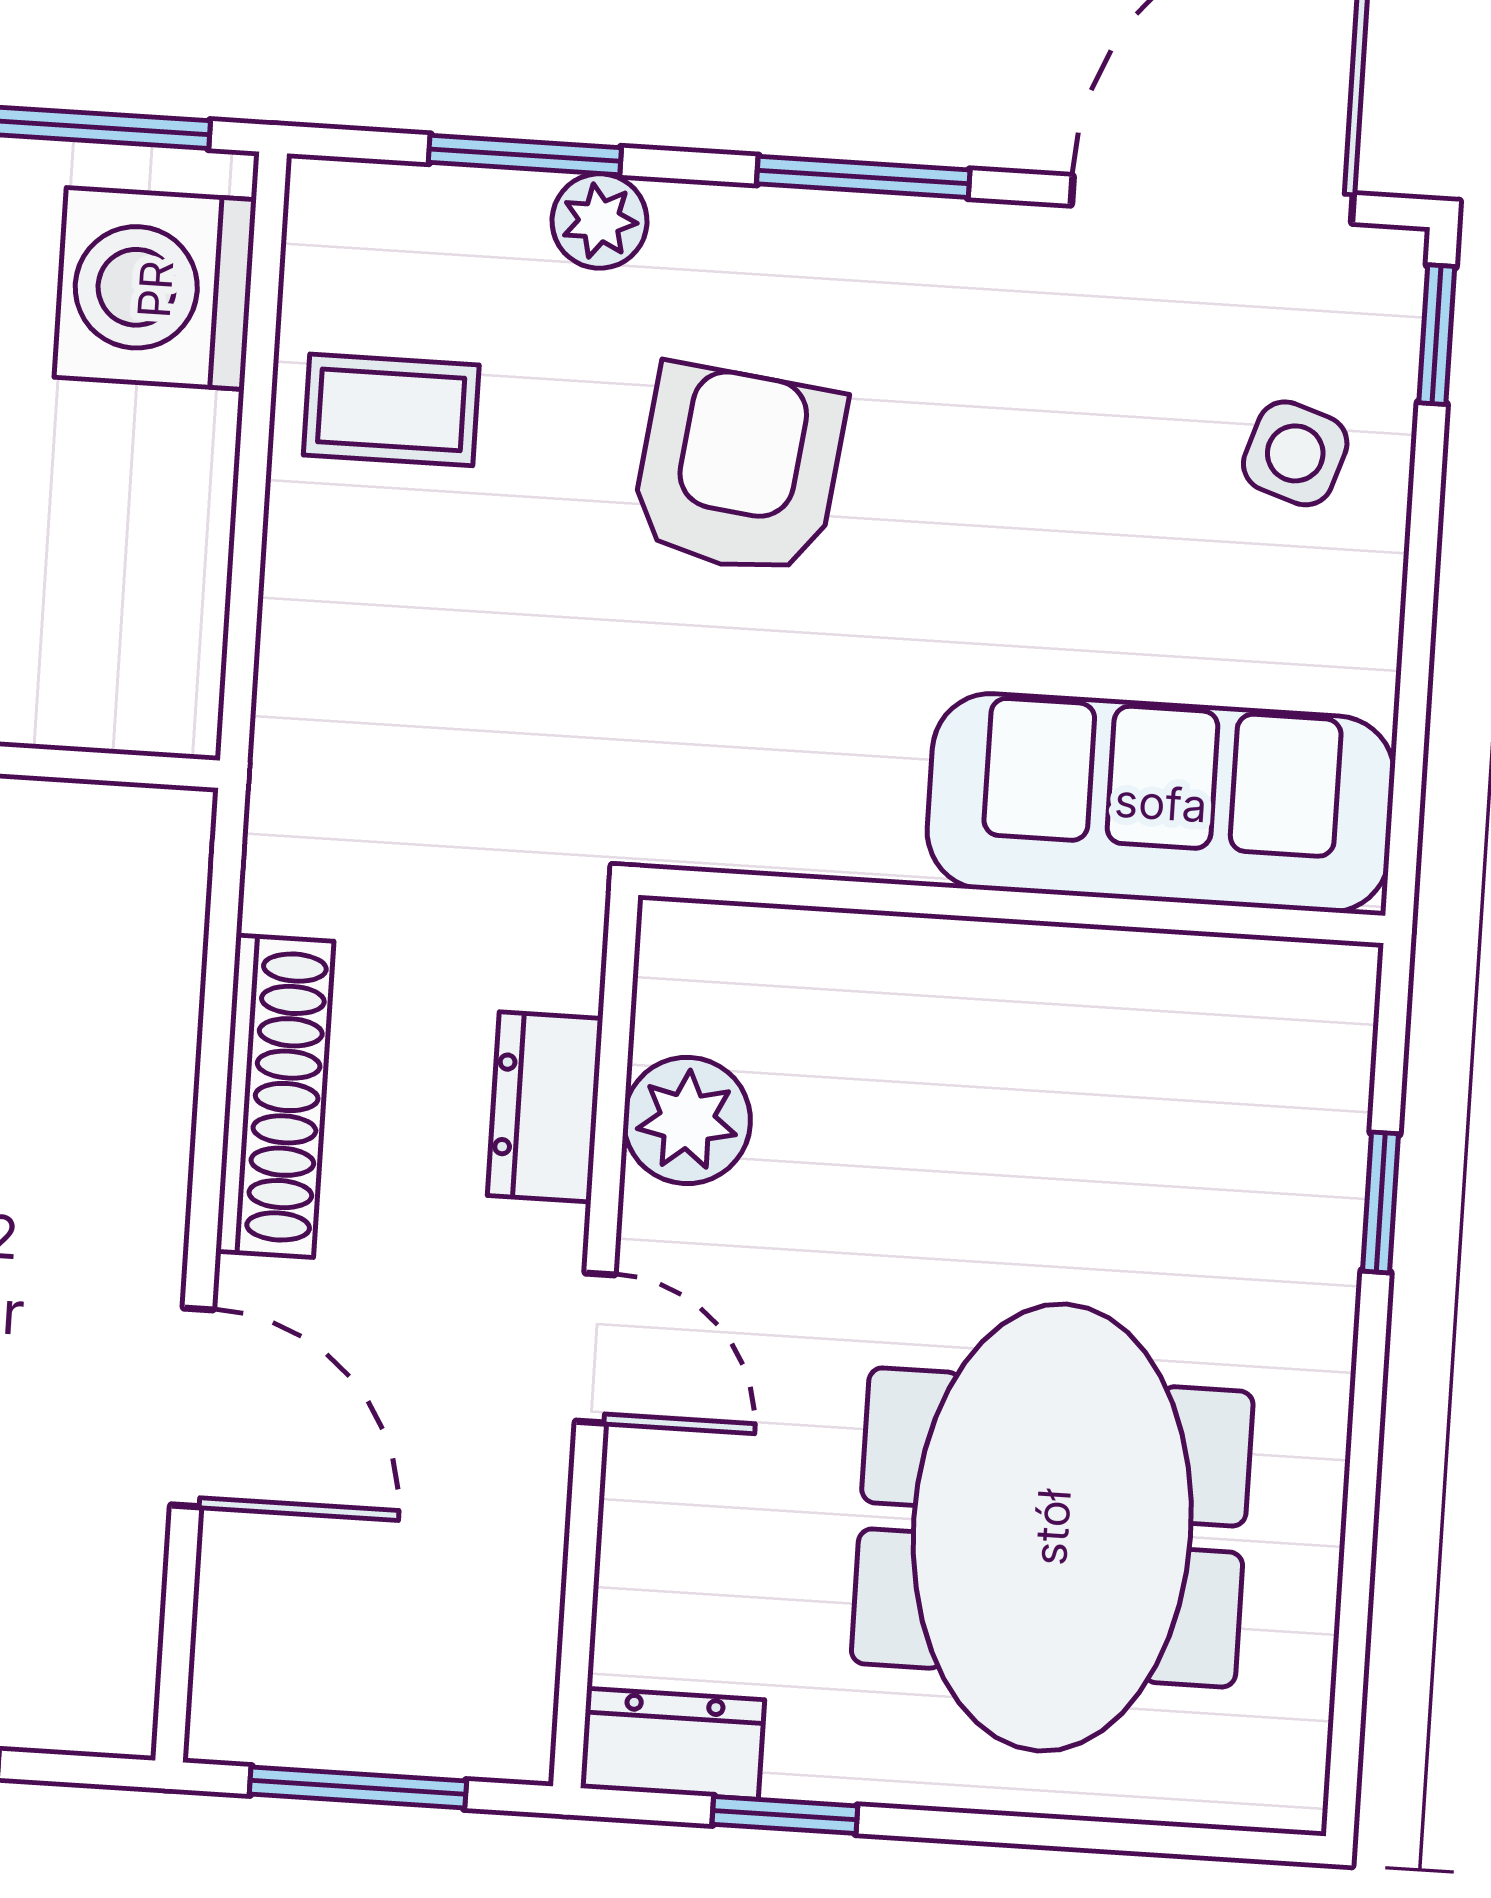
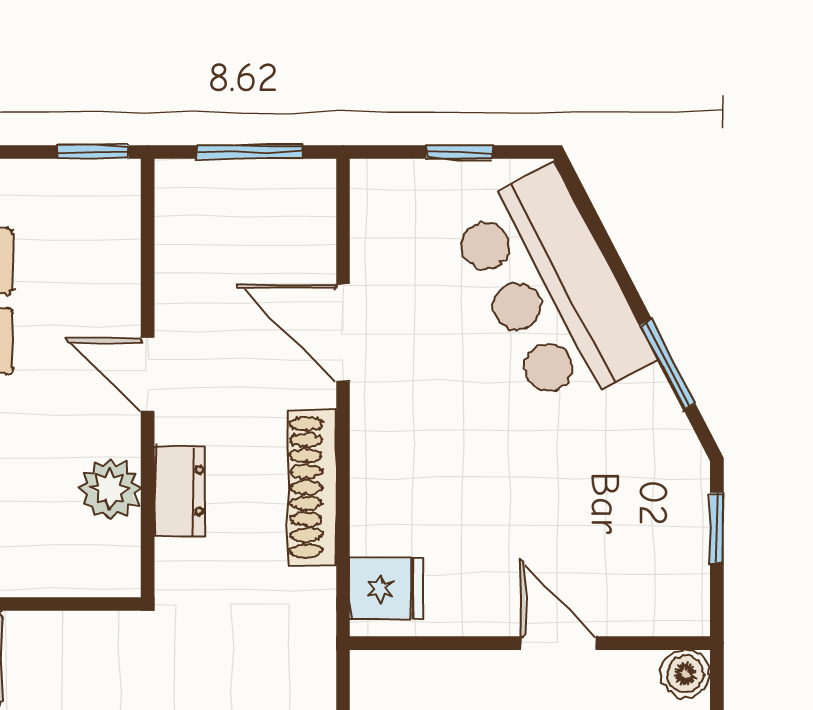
fridge: (137, 880) -> (386, 589), added
dresser: (672, 1744) -> (97, 183), removed
window: (785, 1815) -> (93, 152), moved

